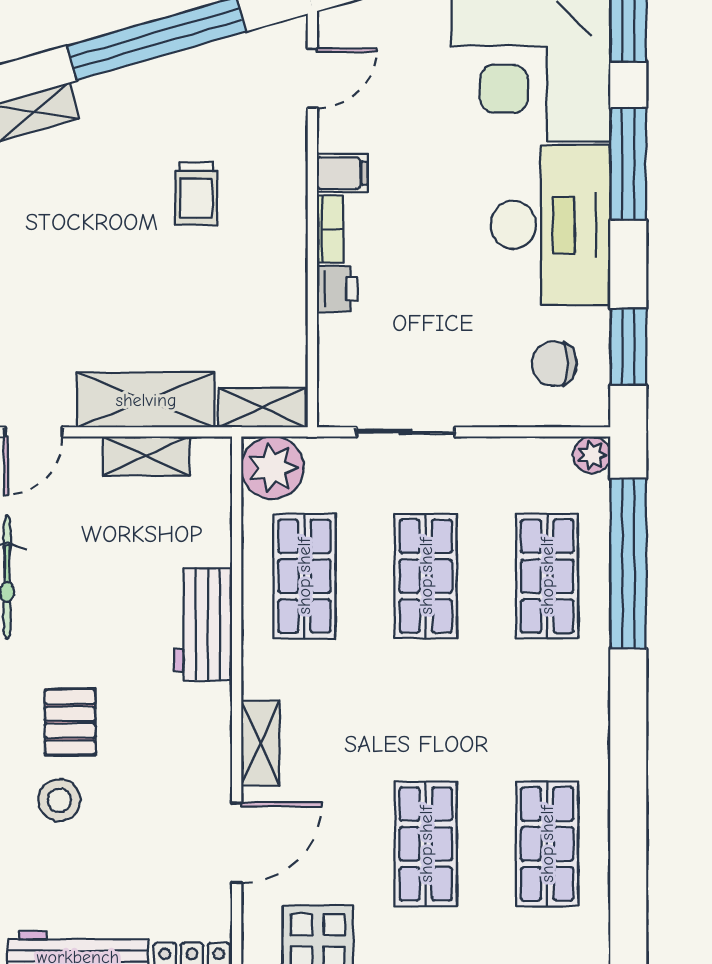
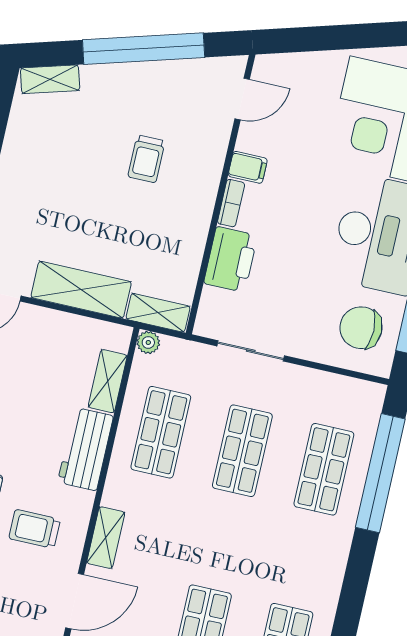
printer: (338, 289) -> (231, 259), width x1.87, depth x1.48
chair: (554, 364) -> (361, 328), width x1.37, depth x1.37
plant: (592, 455) -> (372, 395), removed
shelving: (146, 456) -> (108, 381), moved, turned 90
plant: (272, 468) -> (148, 342), width x0.53, depth x0.53
trolley: (157, 753) -> (35, 529), added

